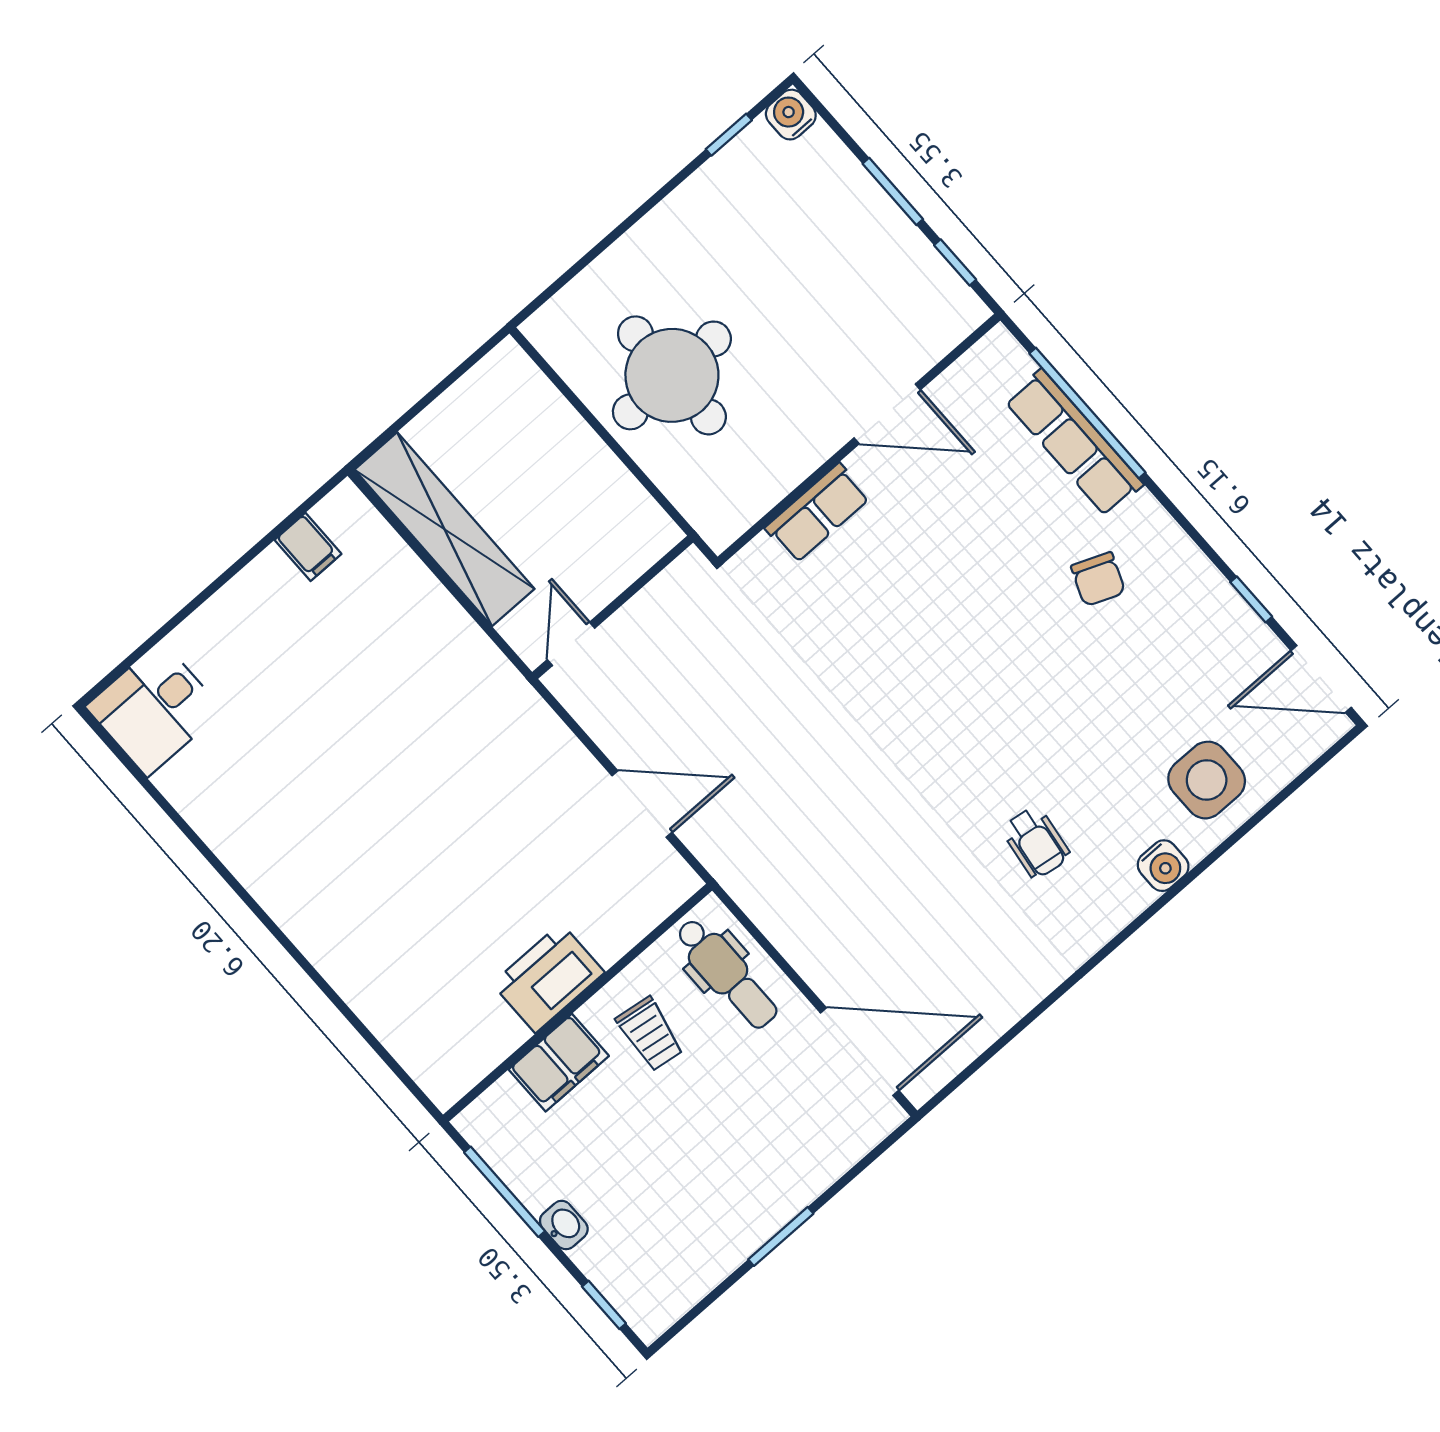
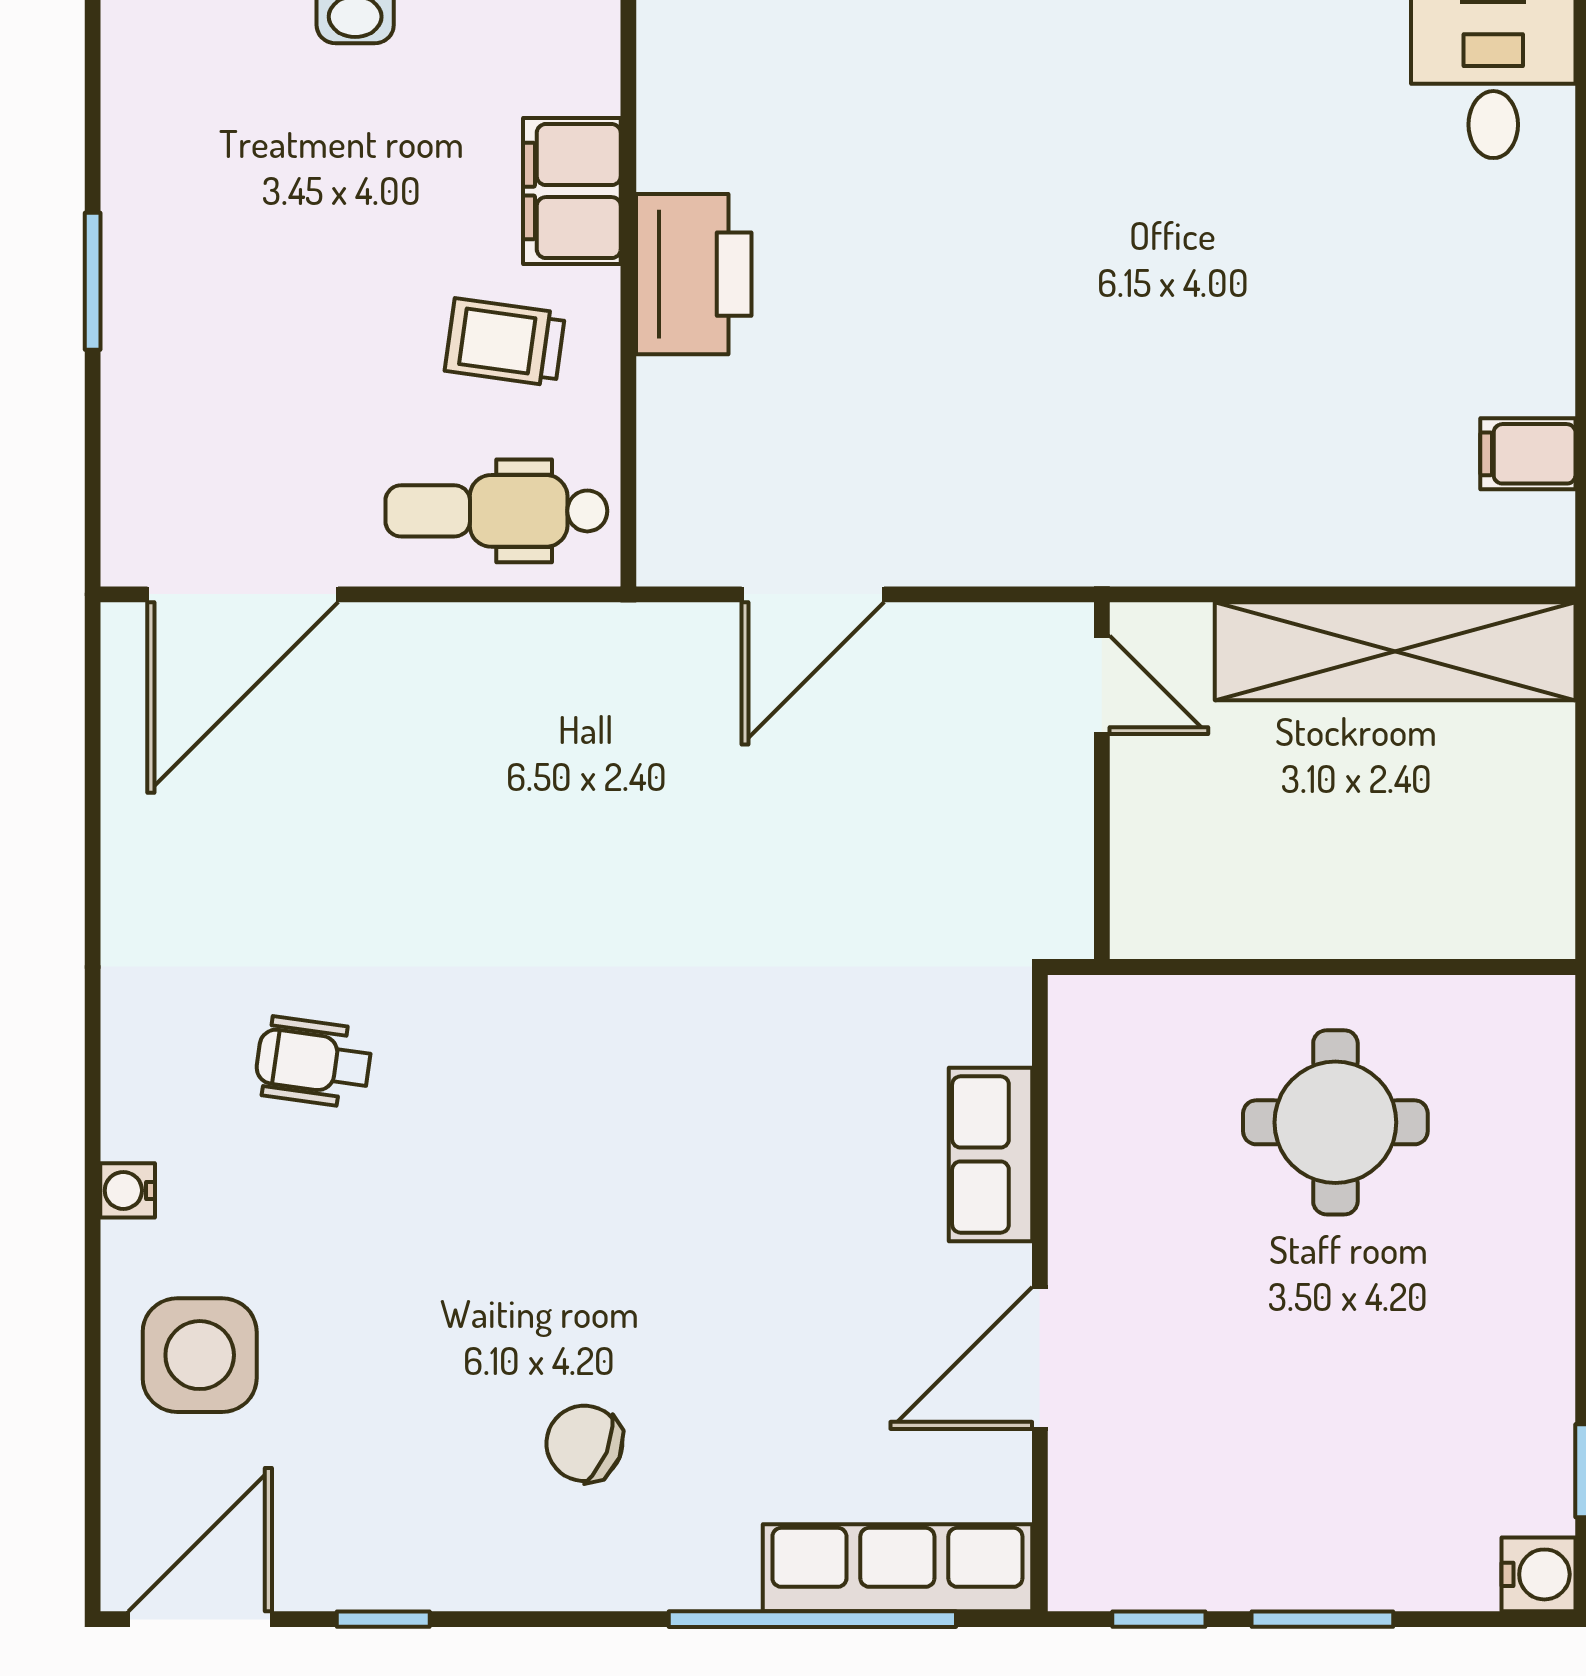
round table: (672, 375) -> (1335, 1122), width x0.73, depth x0.73
row of seats: (1074, 443) -> (897, 1568), moved
water cooler: (1163, 866) -> (128, 1190), width x0.72, depth x0.72

